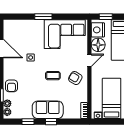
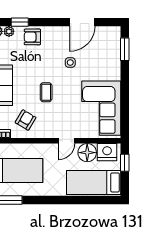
window: (43, 17) -> (125, 49), moved
door: (89, 60) -> (67, 141), hinge flipped
armchair: (75, 78) -> (26, 120), moved

